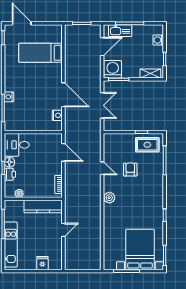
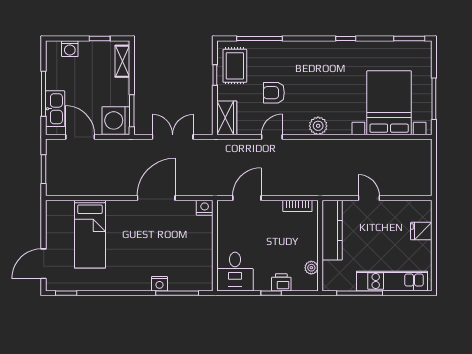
nightstand: (57, 115) -> (205, 208), moved
wardrobe: (114, 140) -> (227, 118), added
floor lamp: (9, 162) -> (262, 283), removed
bed with nightstands: (140, 249) -> (389, 103), moved, turned 90

